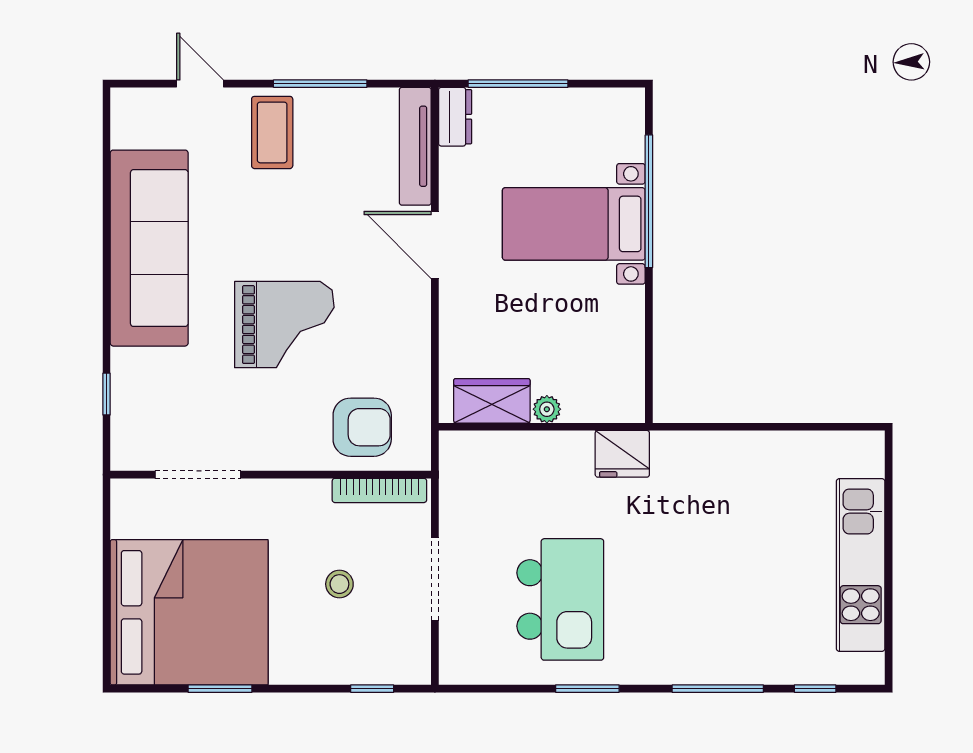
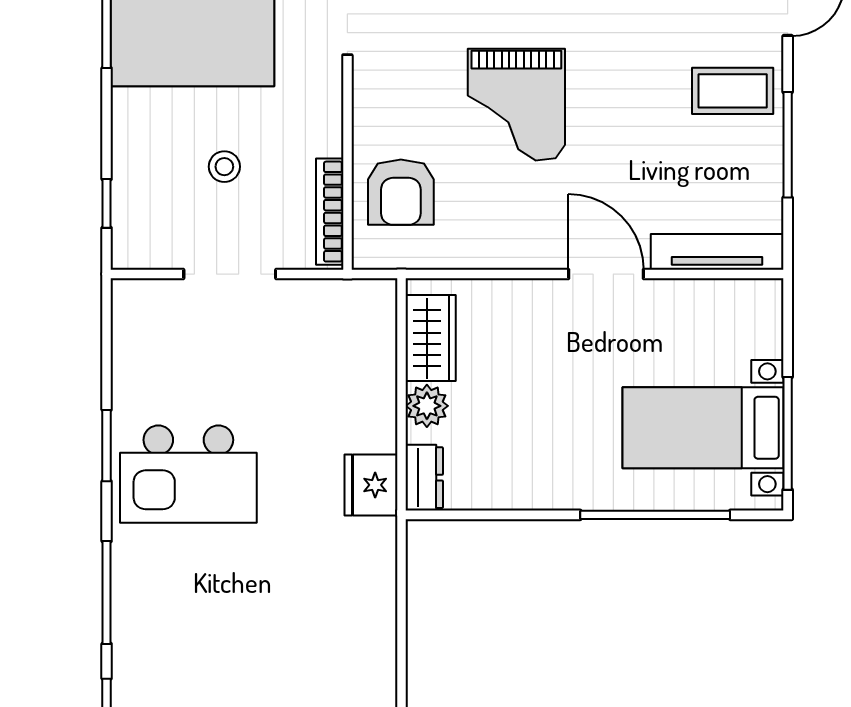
window: (518, 84) -> (788, 433), moved
dresser: (455, 117) -> (424, 478), moved, turned -90
bed with nightstands: (574, 224) -> (703, 428), moved, turned -90
door: (435, 245) -> (606, 274), hinge flipped
plant: (547, 409) -> (427, 406), width x1.38, depth x1.38
kitchen island: (560, 599) -> (188, 474), moved

